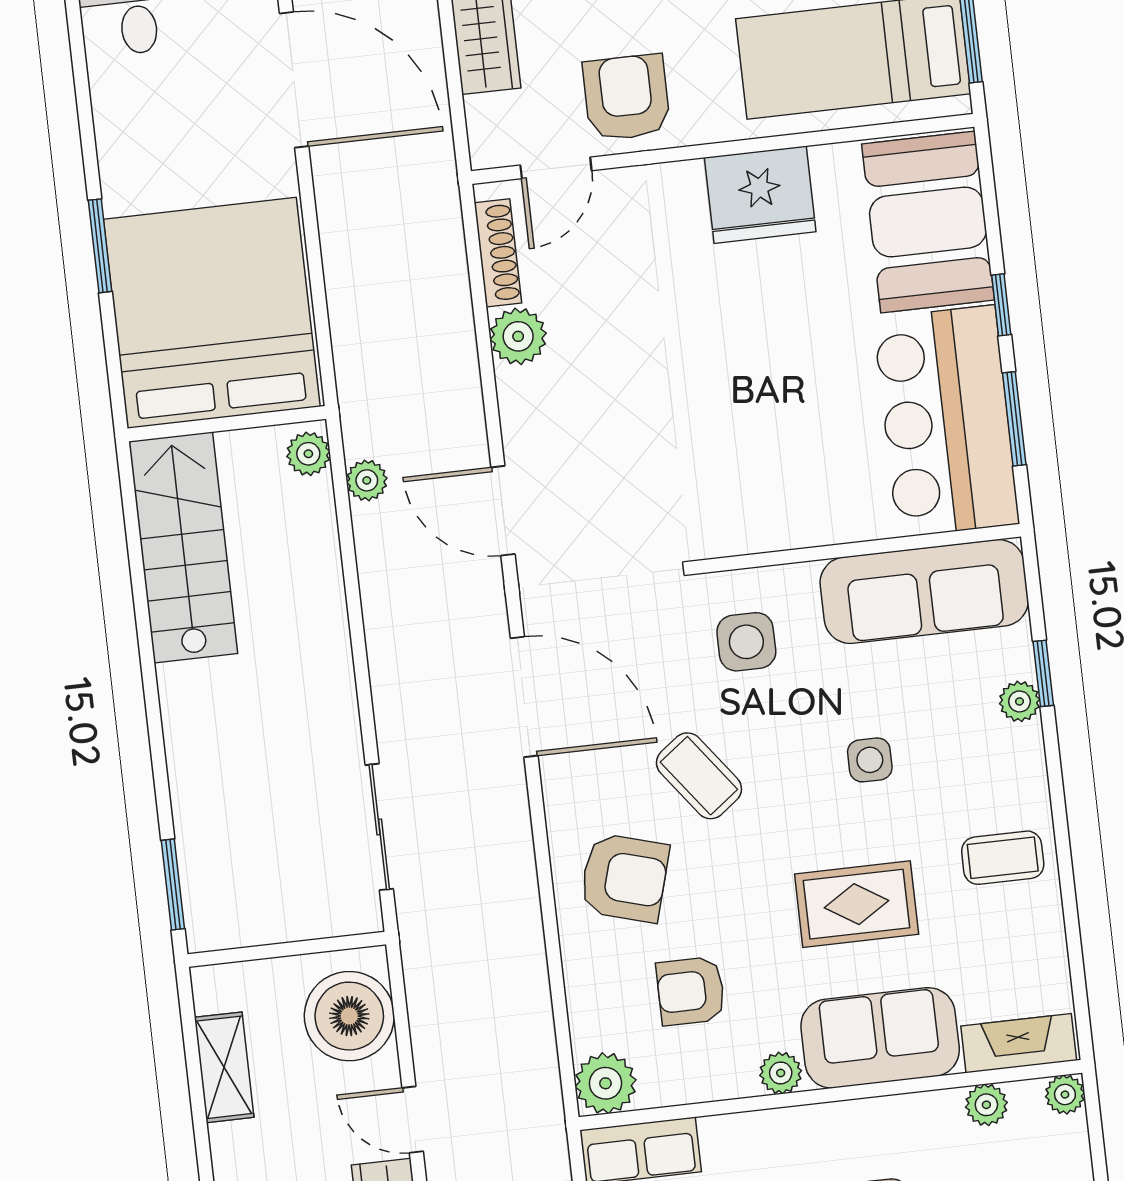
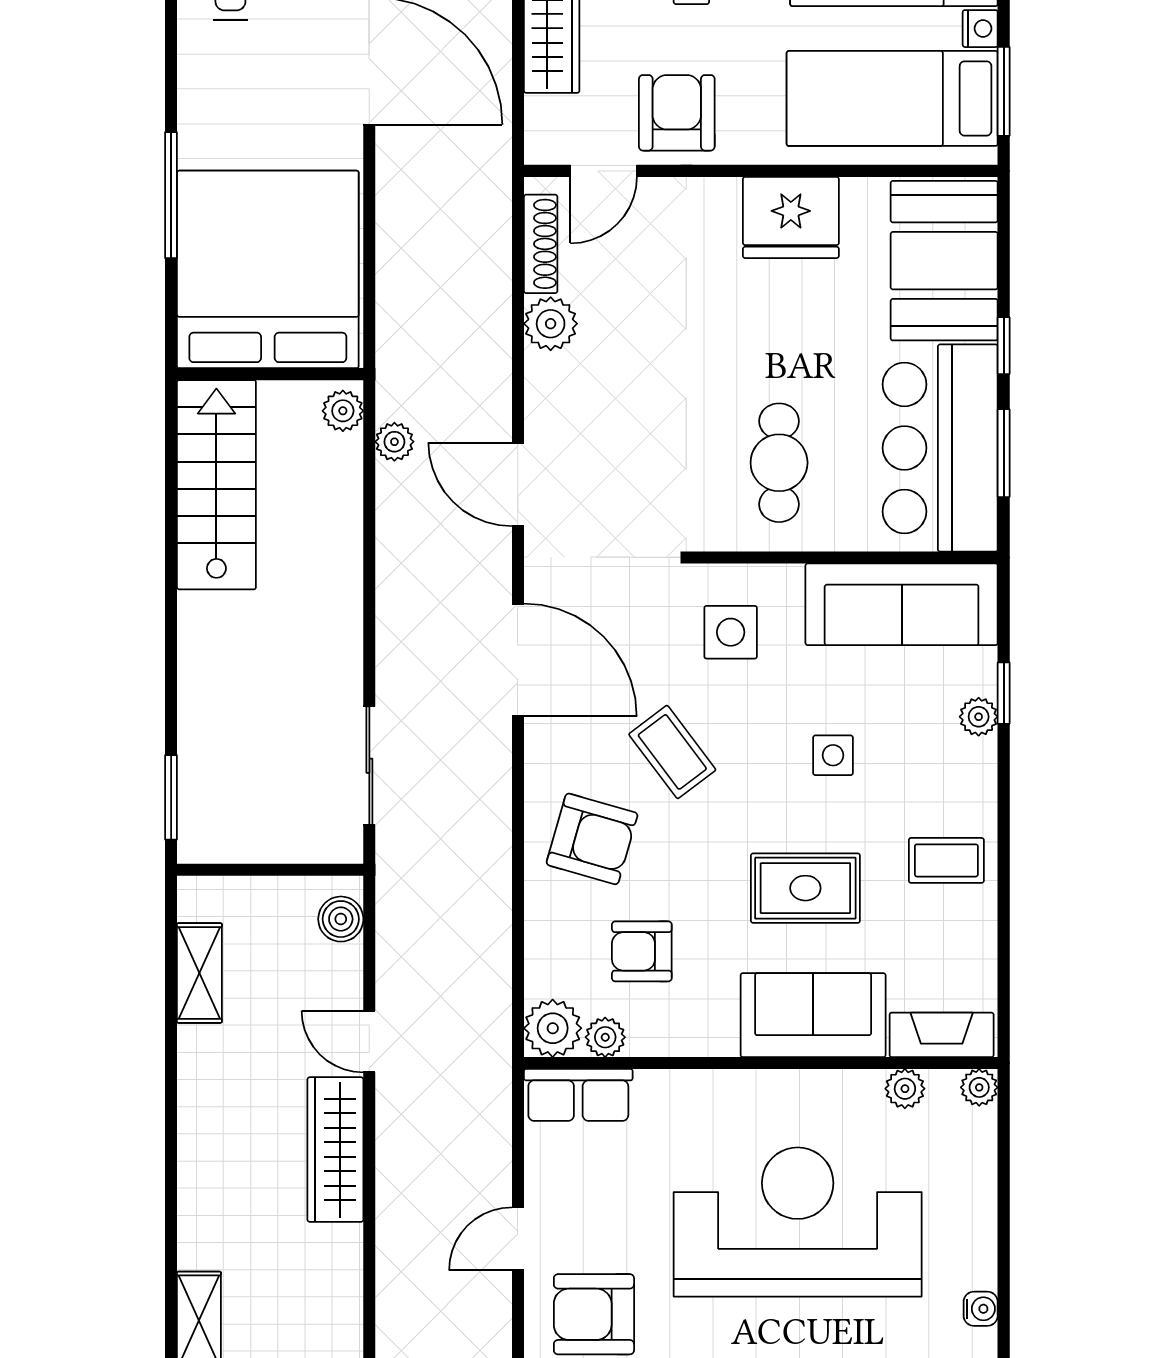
window: (100, 246) -> (171, 195), width x1.44
cafe table: (777, 456) -> (779, 463), added
boiler: (349, 1016) -> (341, 919), width x0.54, depth x0.54
plant: (781, 1073) -> (605, 1037), moved

